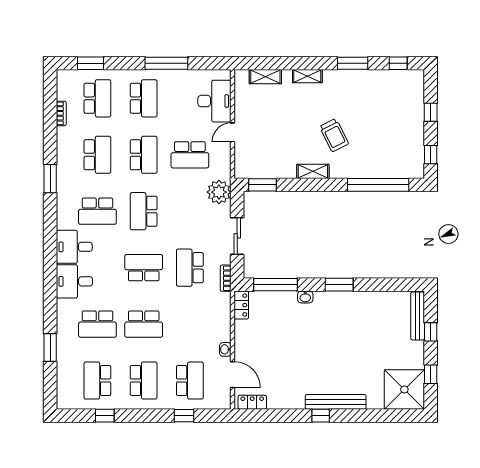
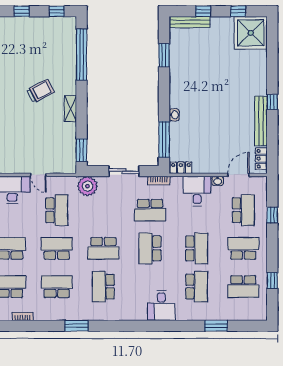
school desk: (97, 211) -> (103, 287), turned 180
desk: (74, 247) -> (197, 191), moved, turned 180
window: (339, 285) -> (164, 55), moved
school desk: (190, 381) -> (243, 210), turned 90
bench: (336, 402) -> (261, 121), moved

